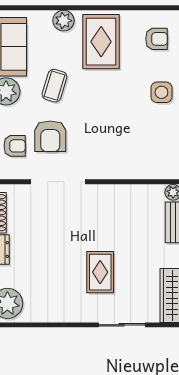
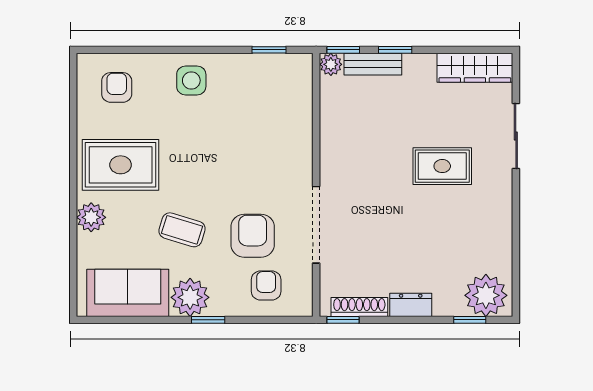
armchair: (50, 136) -> (253, 236), turned -90

